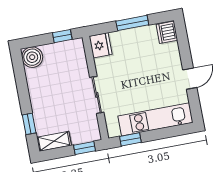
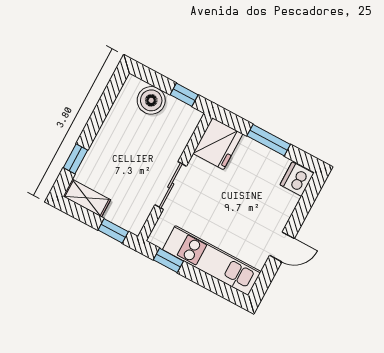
fridge: (101, 45) -> (218, 144), width x1.36, depth x1.34
boiler: (32, 57) -> (151, 100), moved

